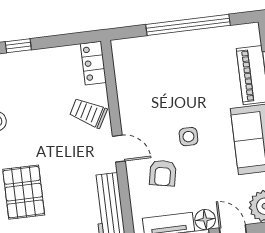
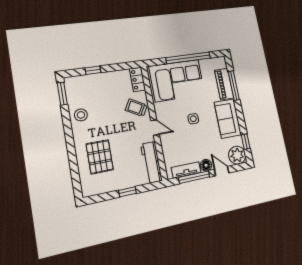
corner sofa: (164, 66) -> (177, 80), added
armchair: (163, 173) -> (181, 140), removed

